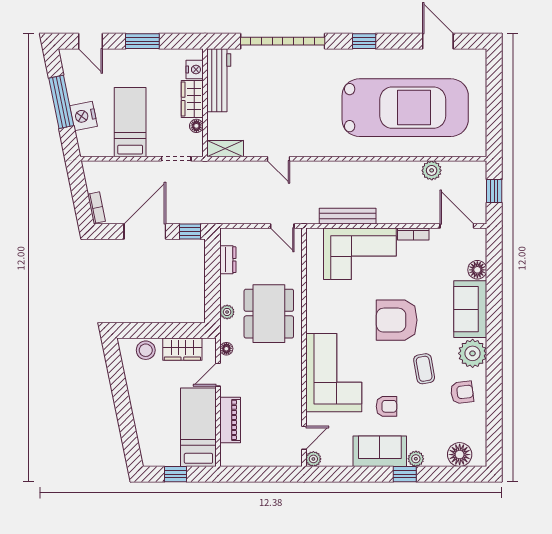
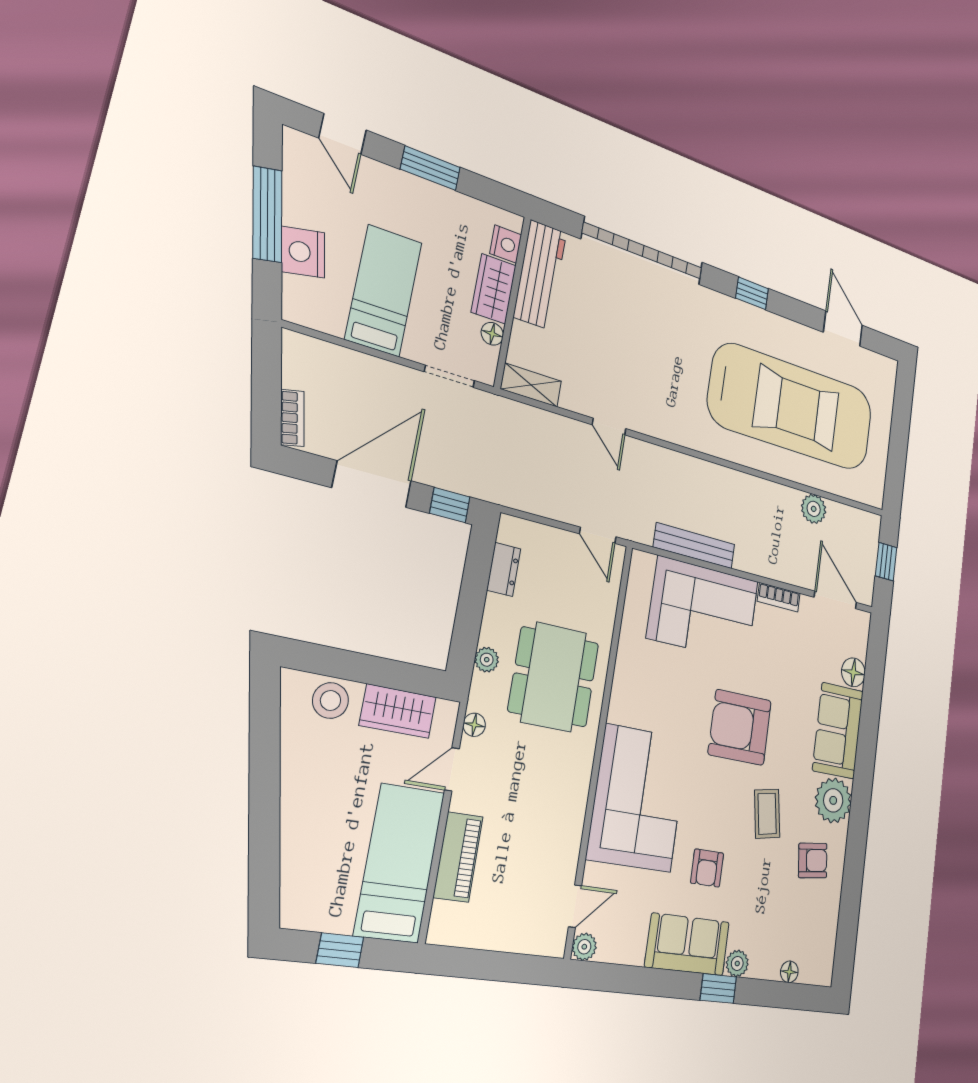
armchair: (386, 406) -> (707, 868), turned 90
floor lamp: (460, 455) -> (789, 972), width x0.53, depth x0.53

